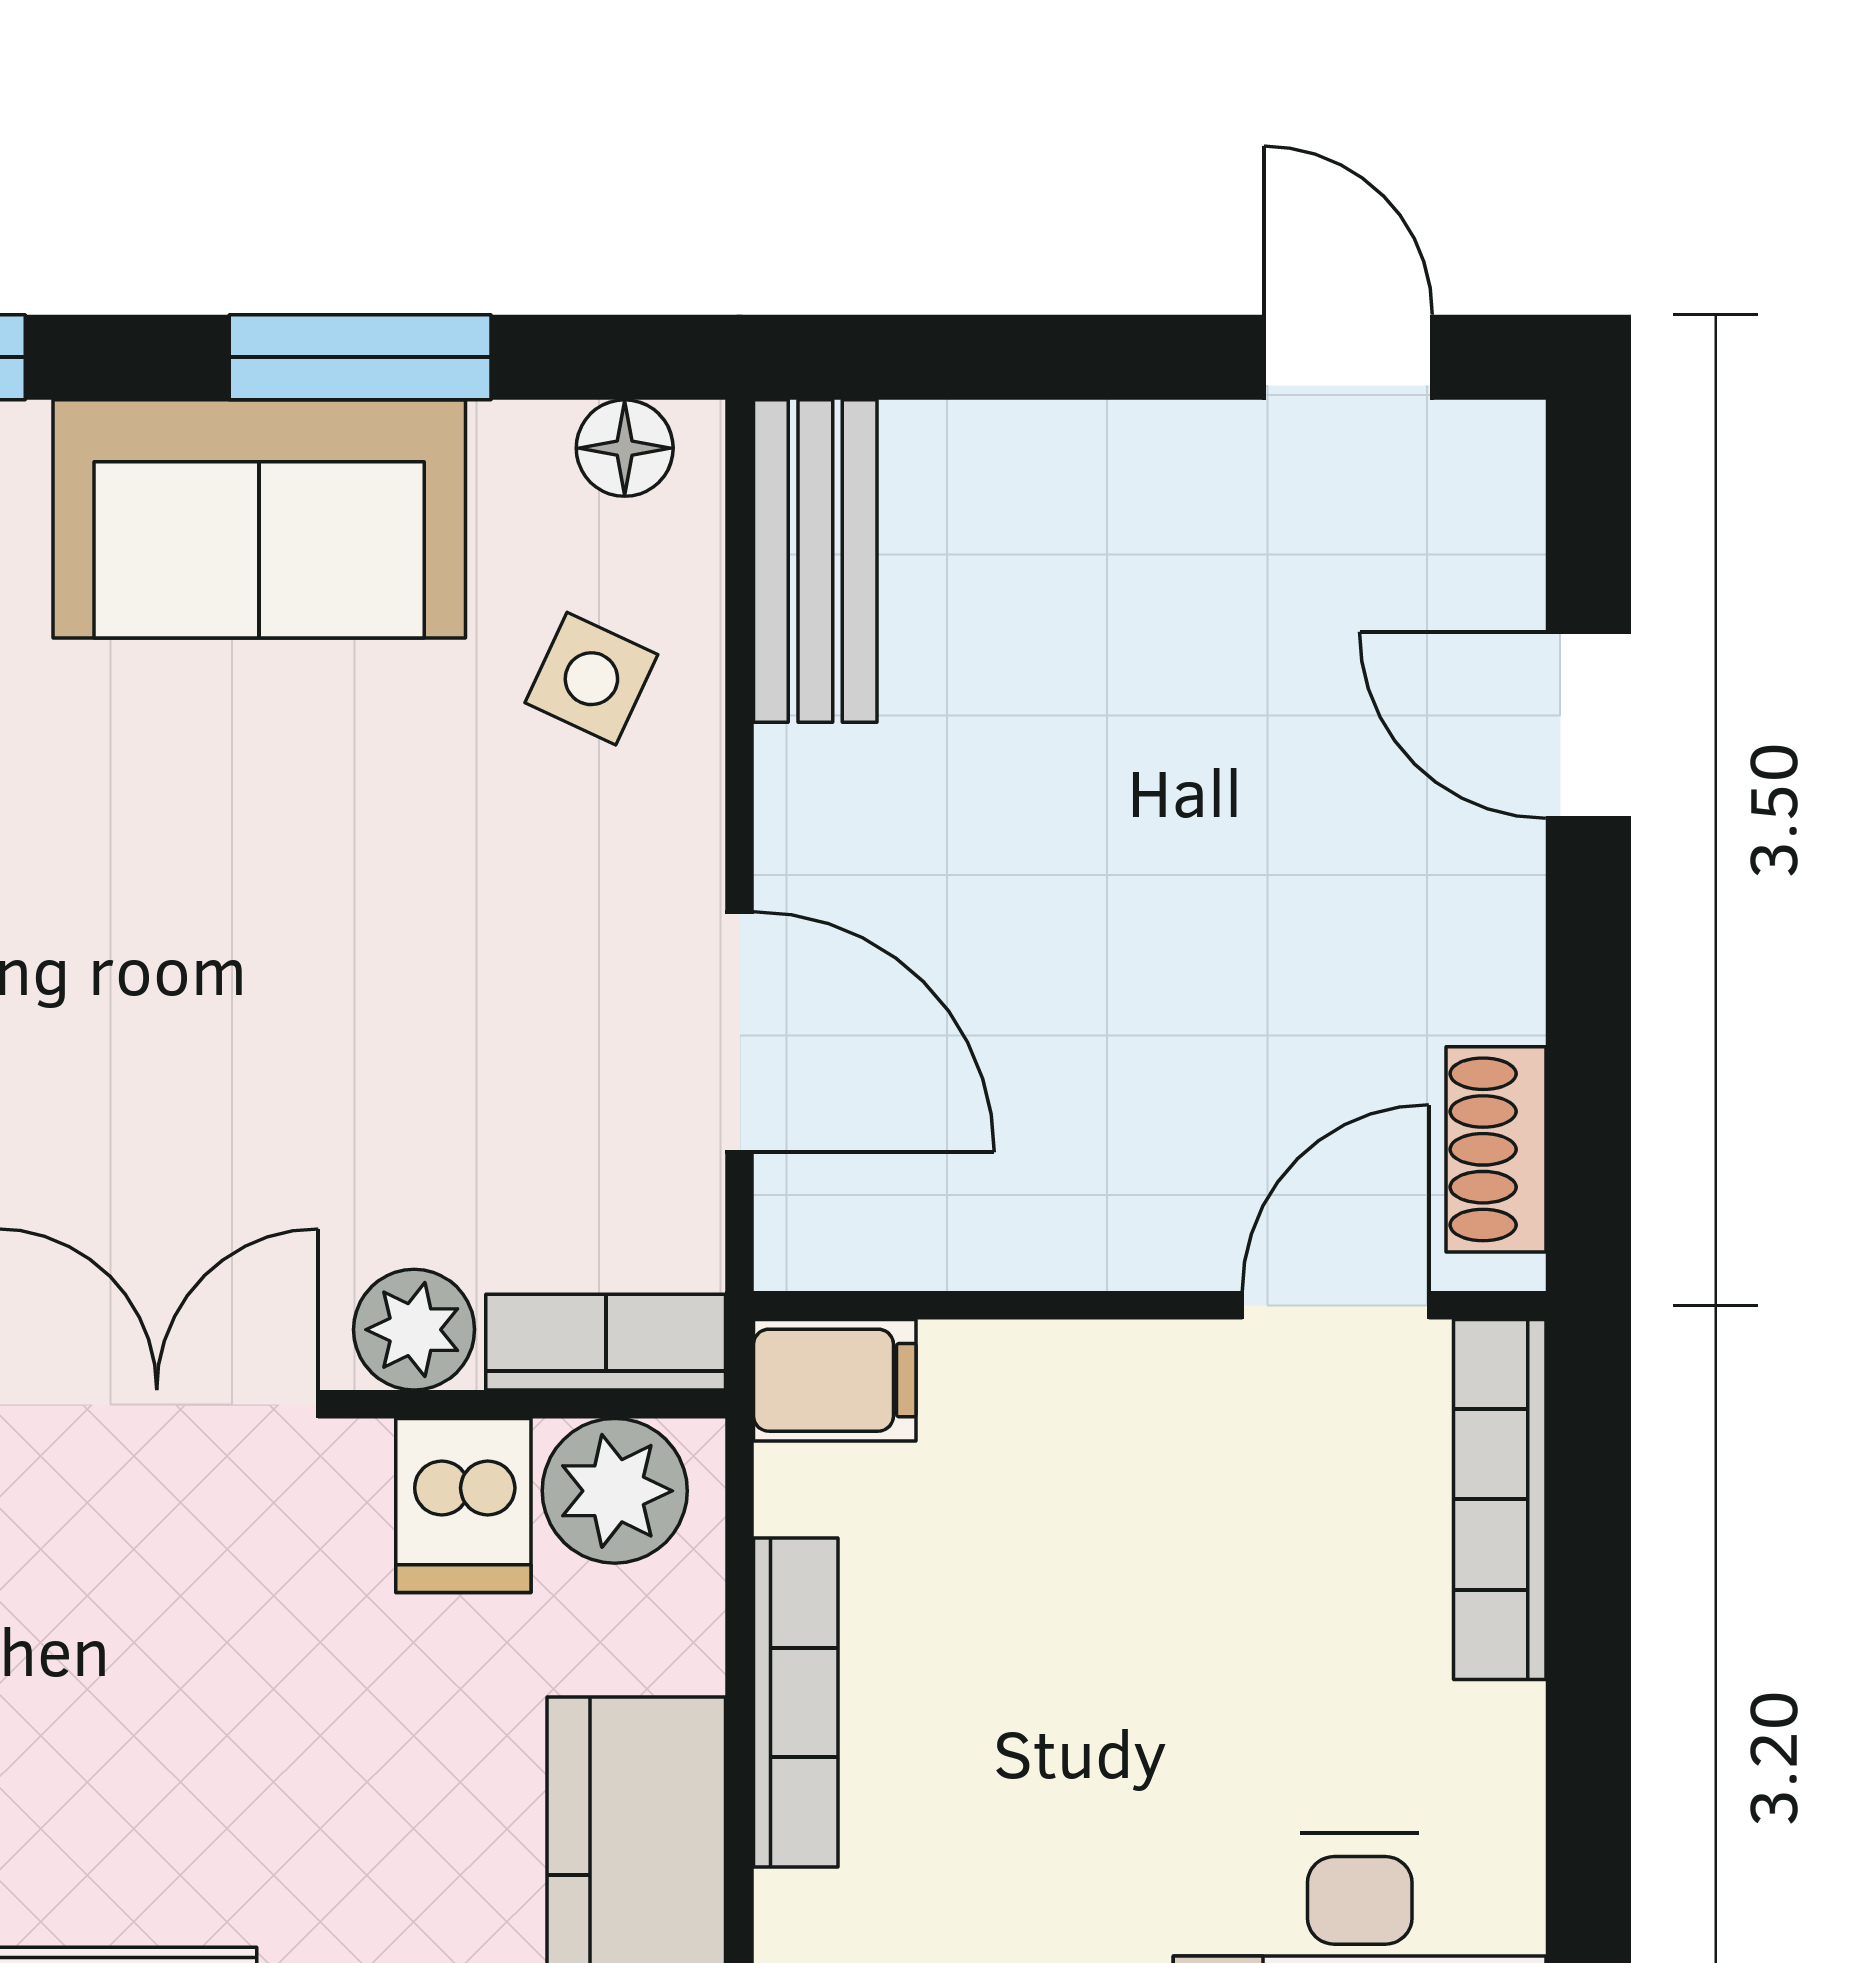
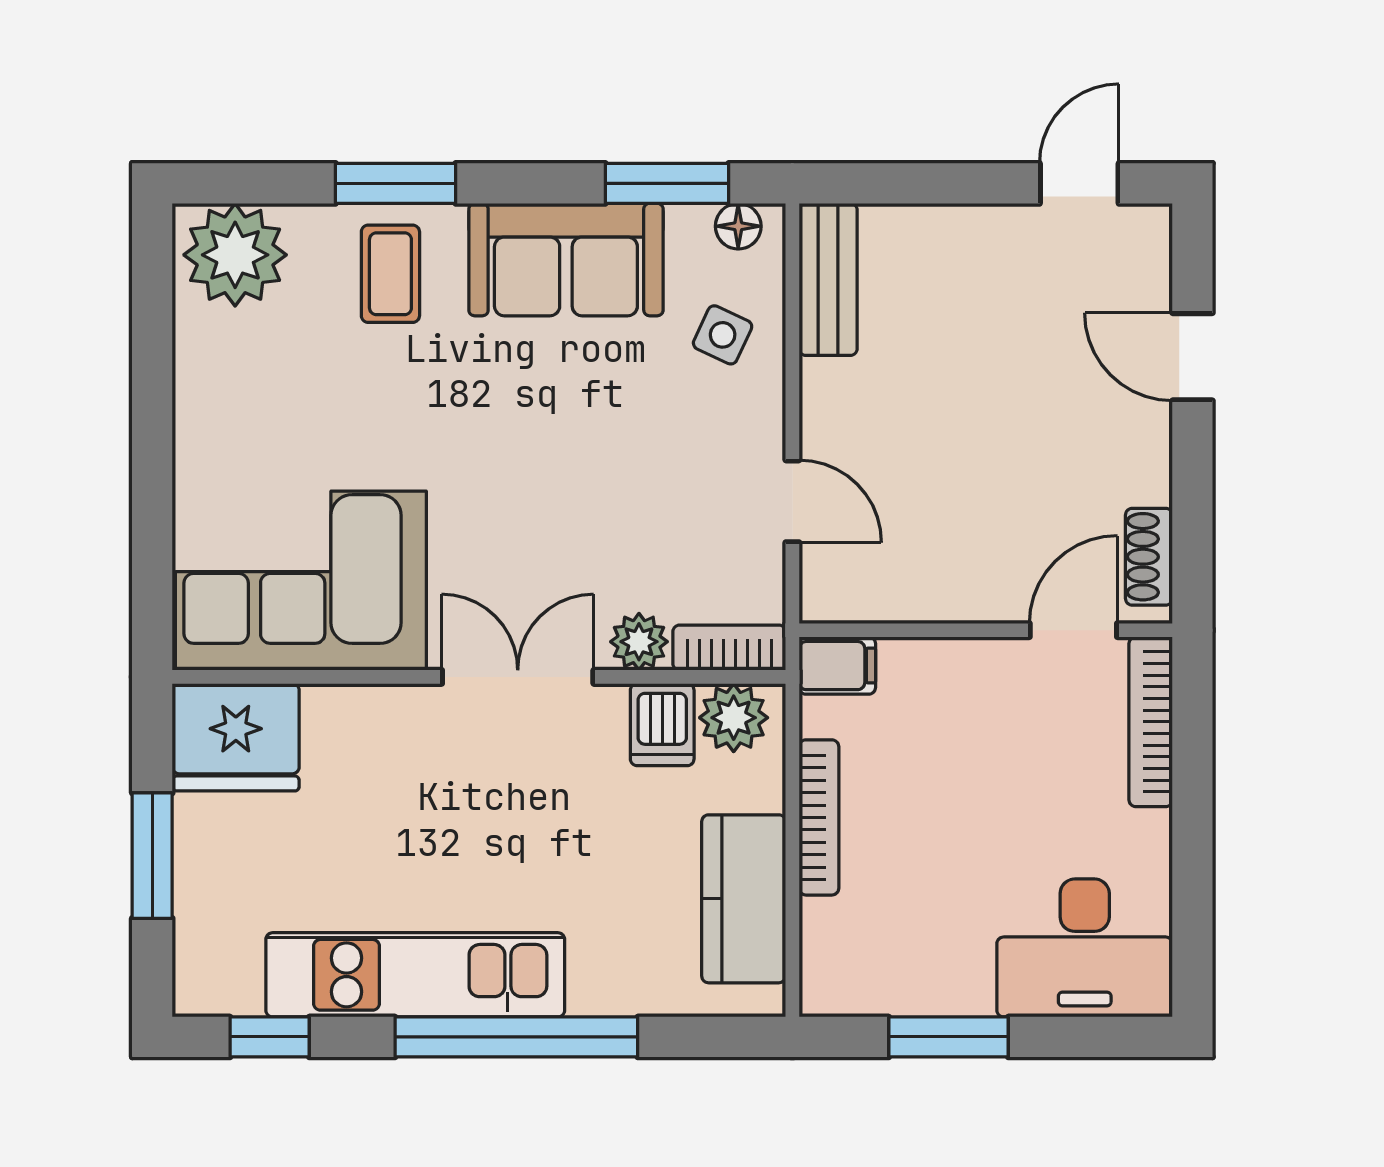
window: (360, 357) -> (667, 183), moved
door: (1348, 357) -> (1079, 183), hinge flipped
door: (740, 1032) -> (792, 501), width x0.73

